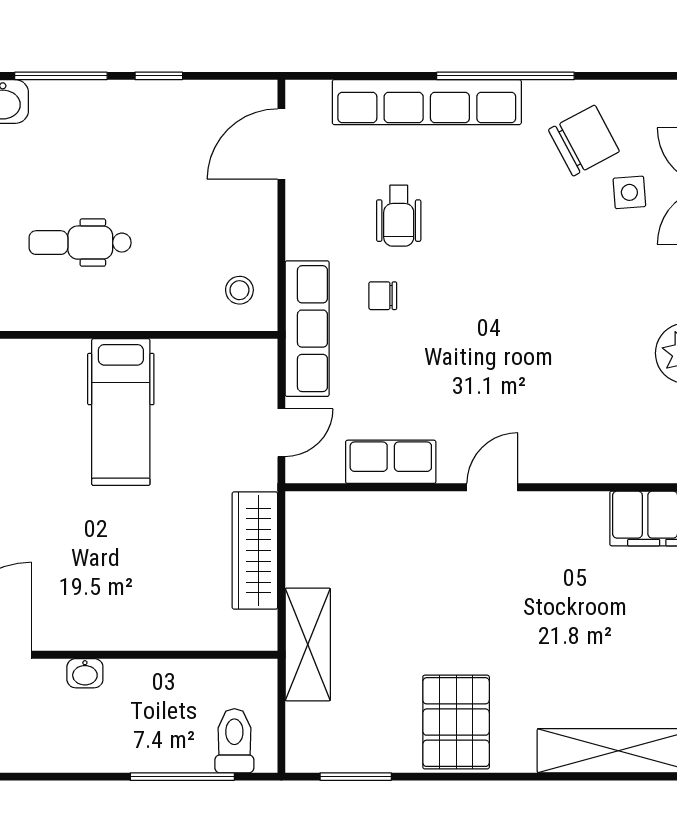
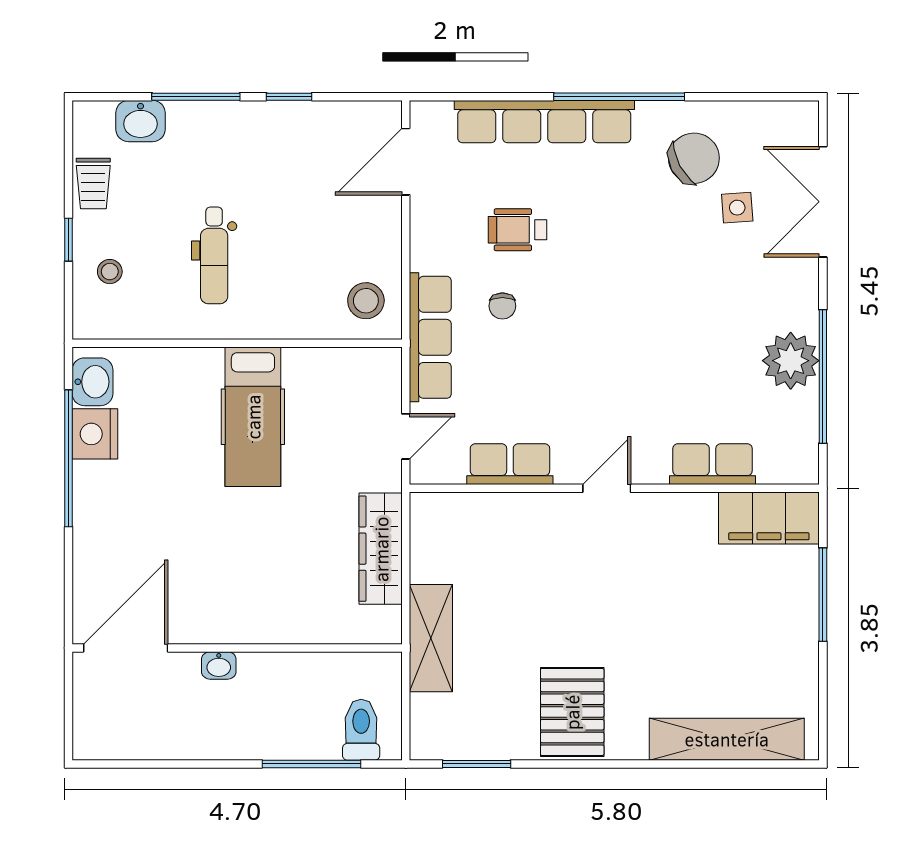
wheelchair: (399, 216) -> (518, 230), turned 90
dental chair: (80, 243) -> (214, 255), turned -90
stool: (239, 290) -> (366, 301), width x1.37, depth x1.37
chair: (383, 296) -> (502, 306), turned -90
row of seats: (603, 462) -> (713, 464), added

